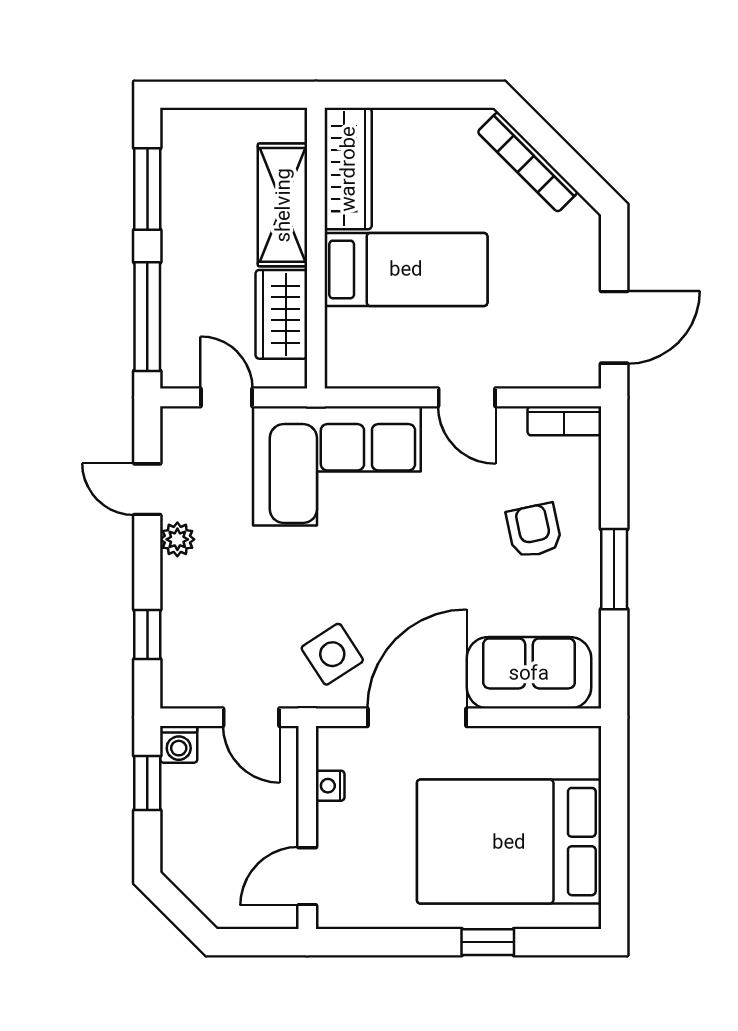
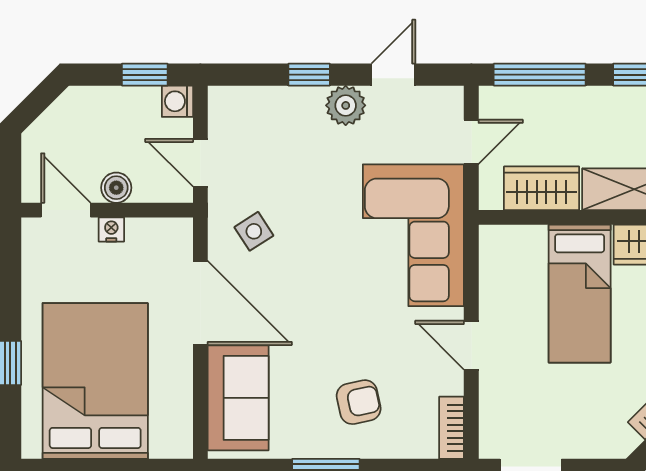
door: (467, 397) -> (471, 345), hinge flipped
plant: (177, 539) -> (346, 105), width x1.38, depth x1.38
window: (147, 635) -> (309, 75), moved
side table: (332, 654) -> (254, 231), width x0.73, depth x0.73
door: (251, 717) -> (200, 163), hinge flipped
nightstand: (330, 786) -> (111, 229), moved
boiler: (281, 817) -> (116, 188), added

